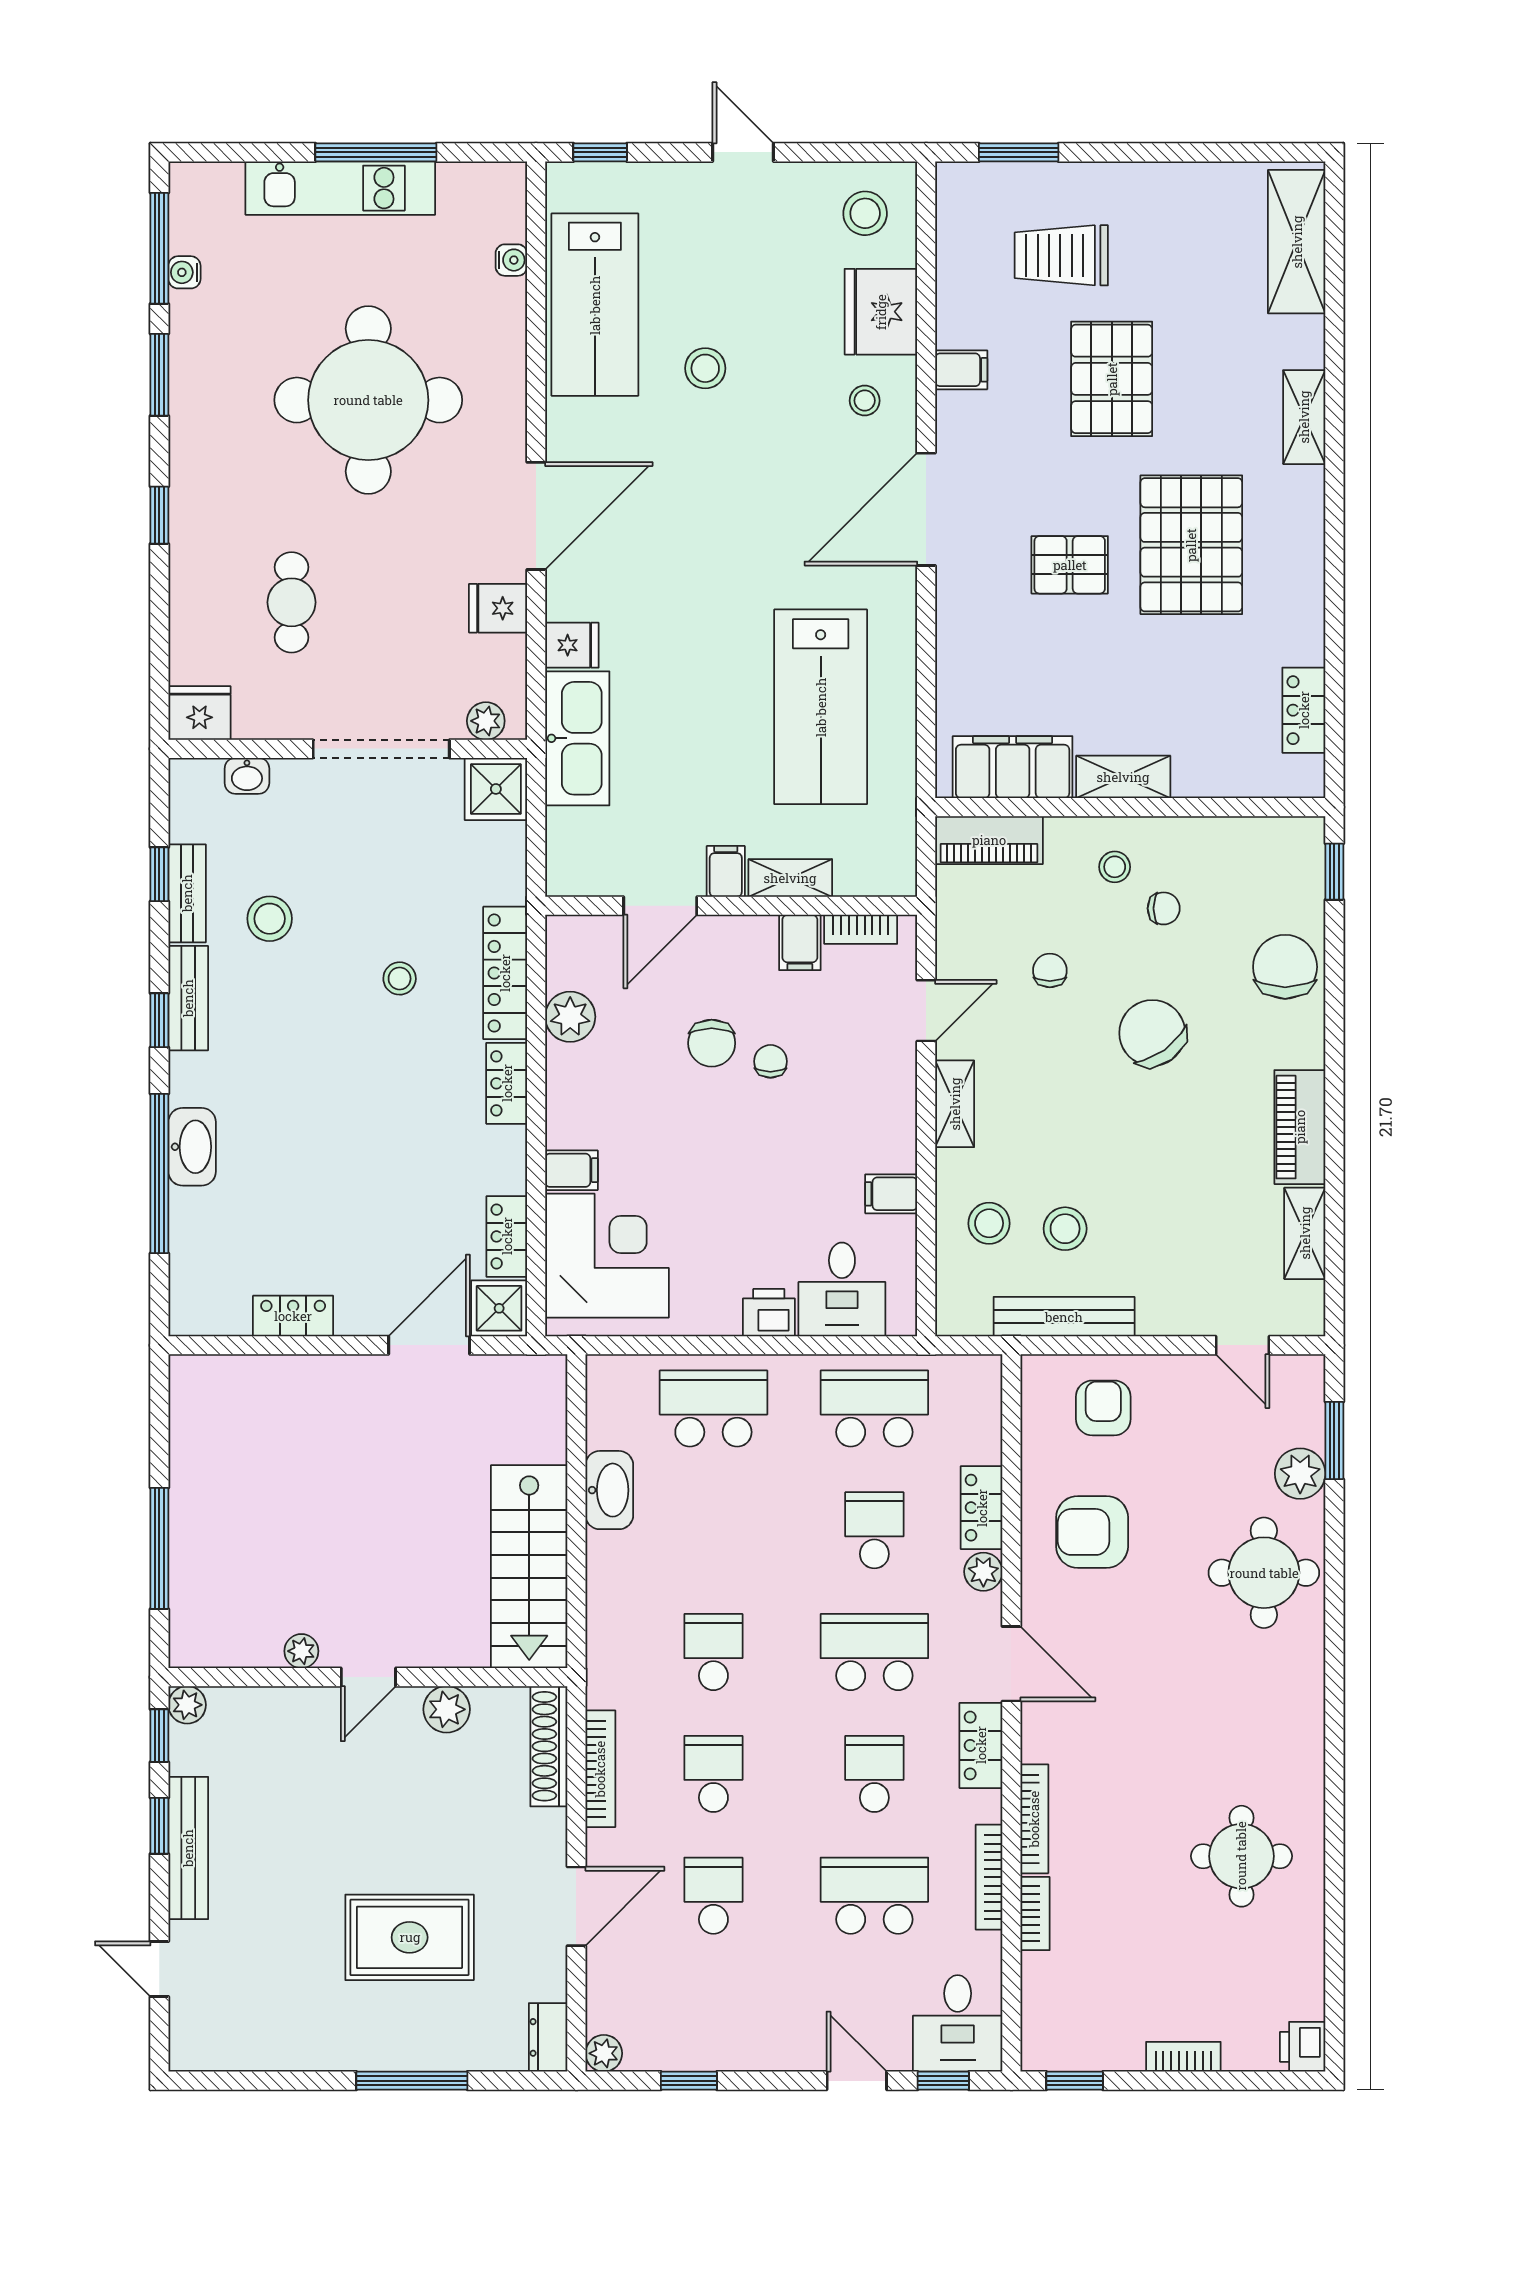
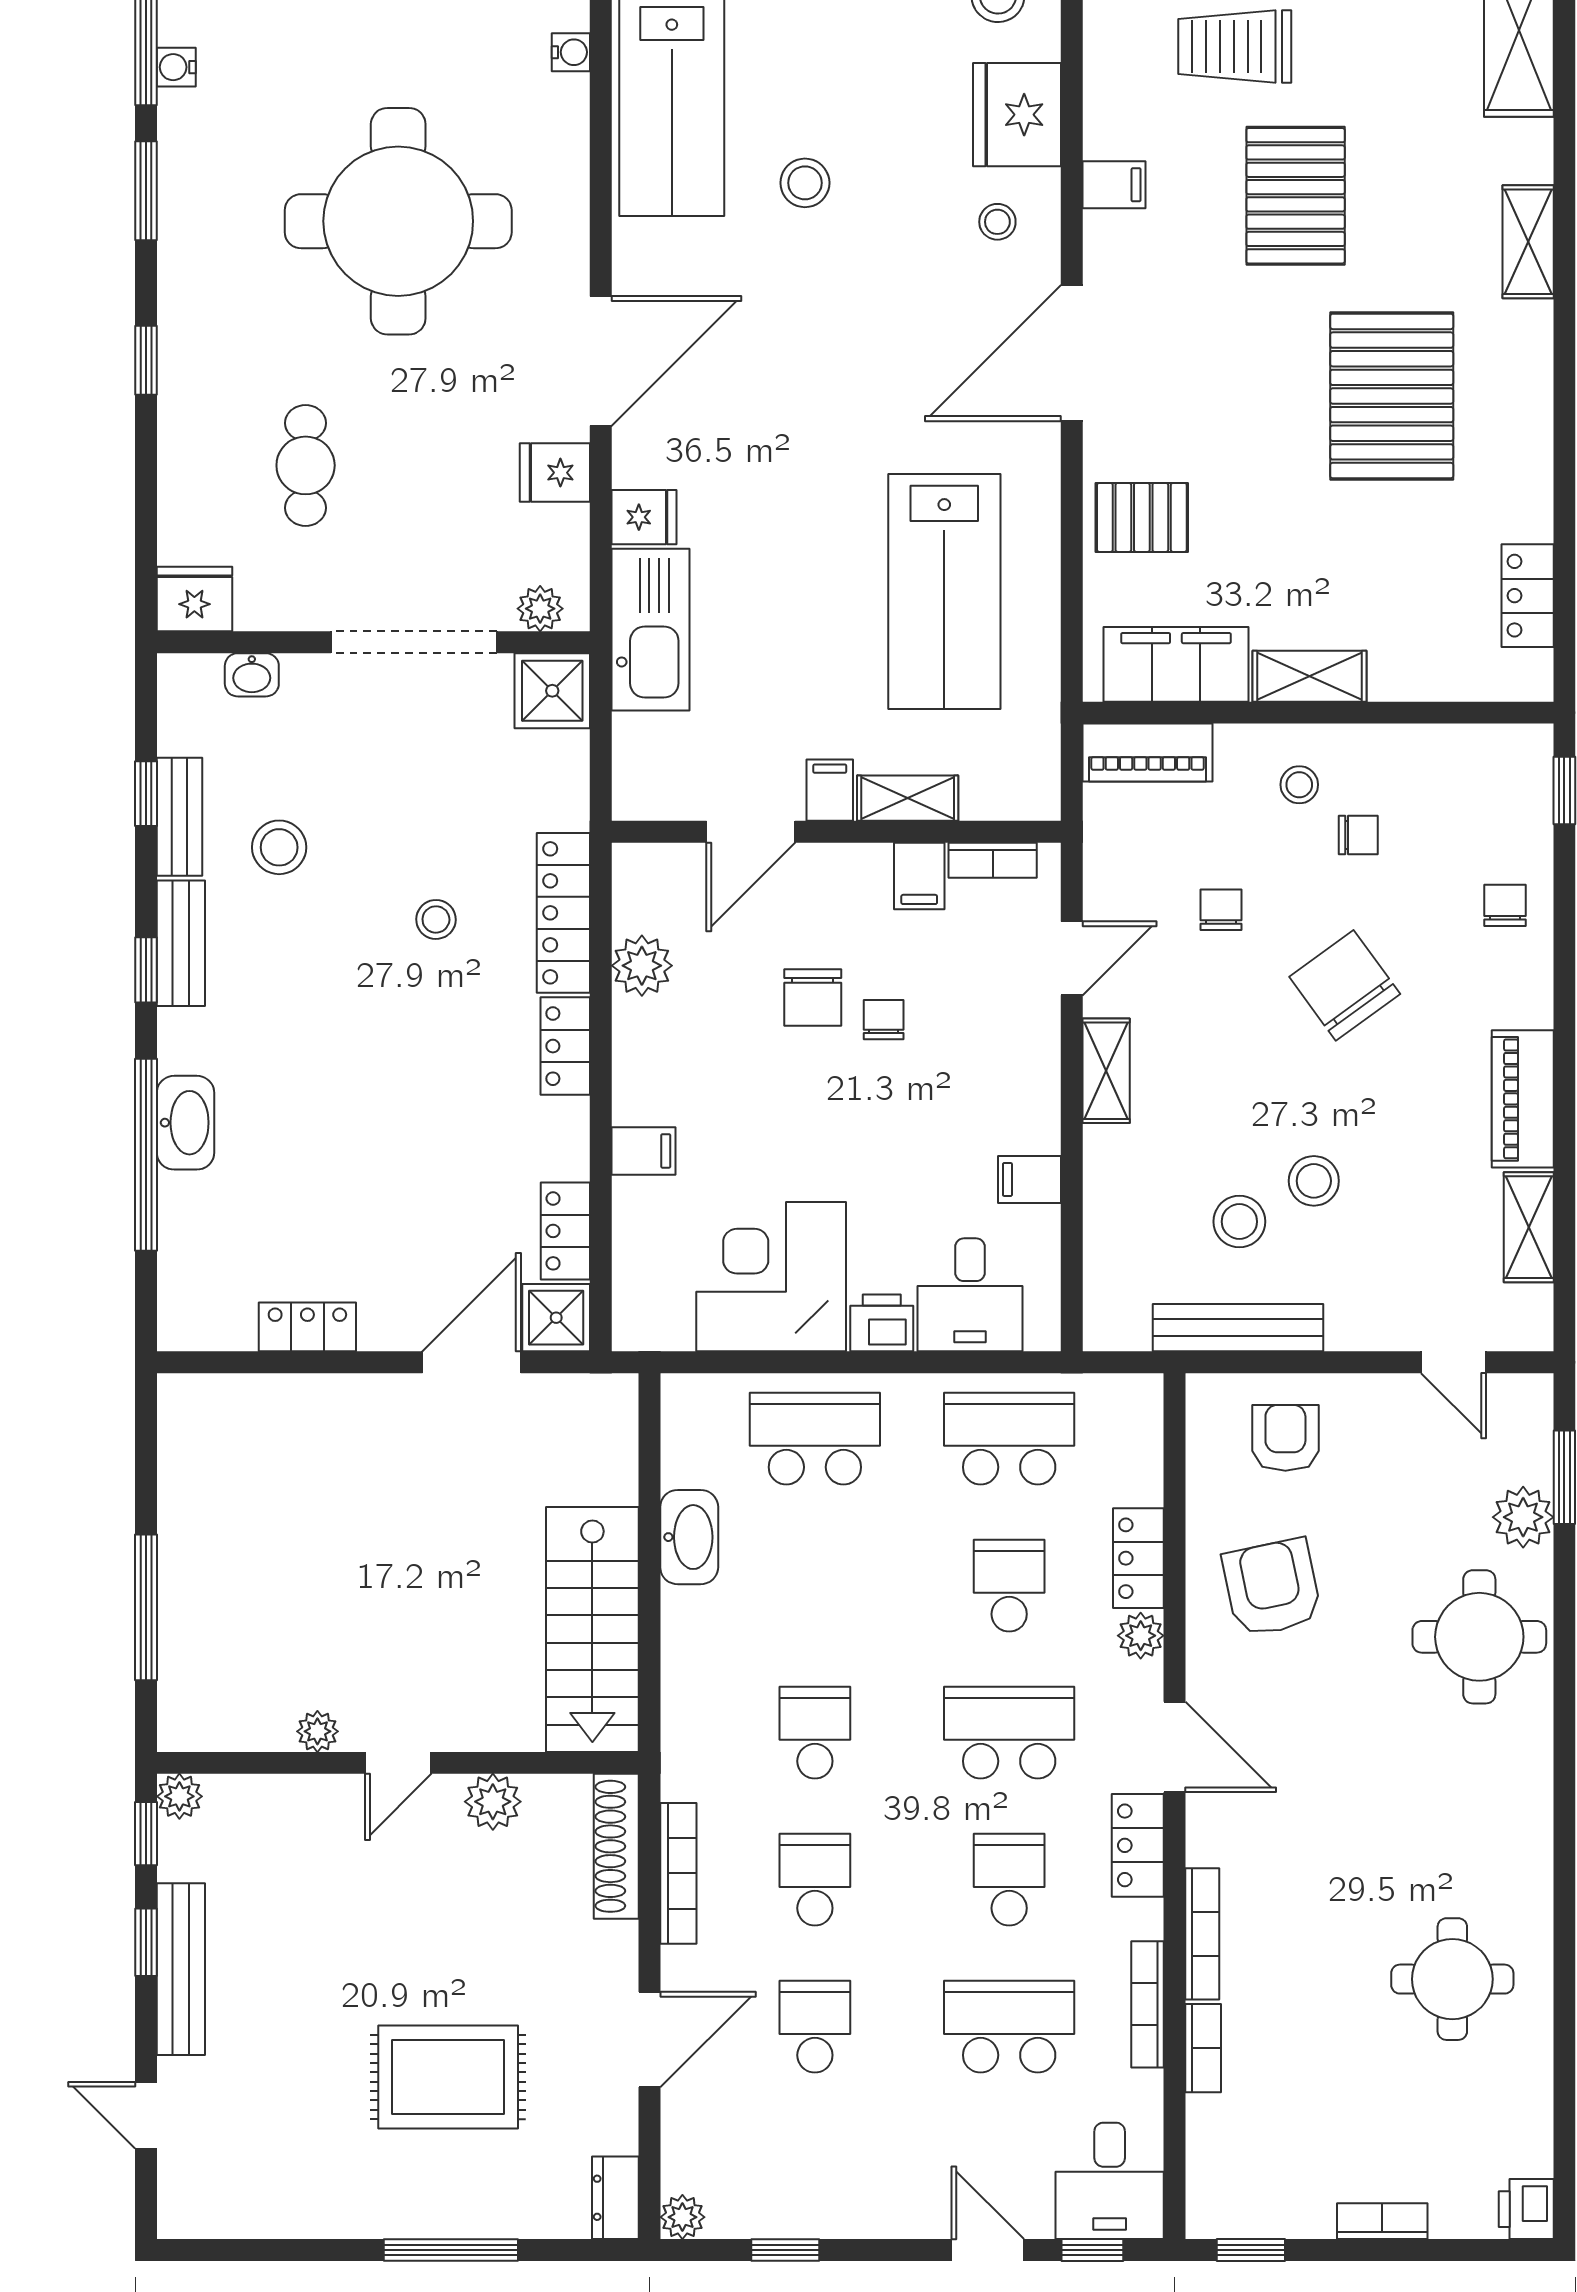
pallet: (1070, 565) -> (1142, 517), moved
chair: (1285, 967) -> (1505, 905), width x0.54, depth x0.54
stool: (989, 1223) -> (1314, 1181), moved
corner desk: (607, 1256) -> (771, 1277), moved, turned -90
armchair: (1092, 1532) -> (1272, 1588), turned 78

